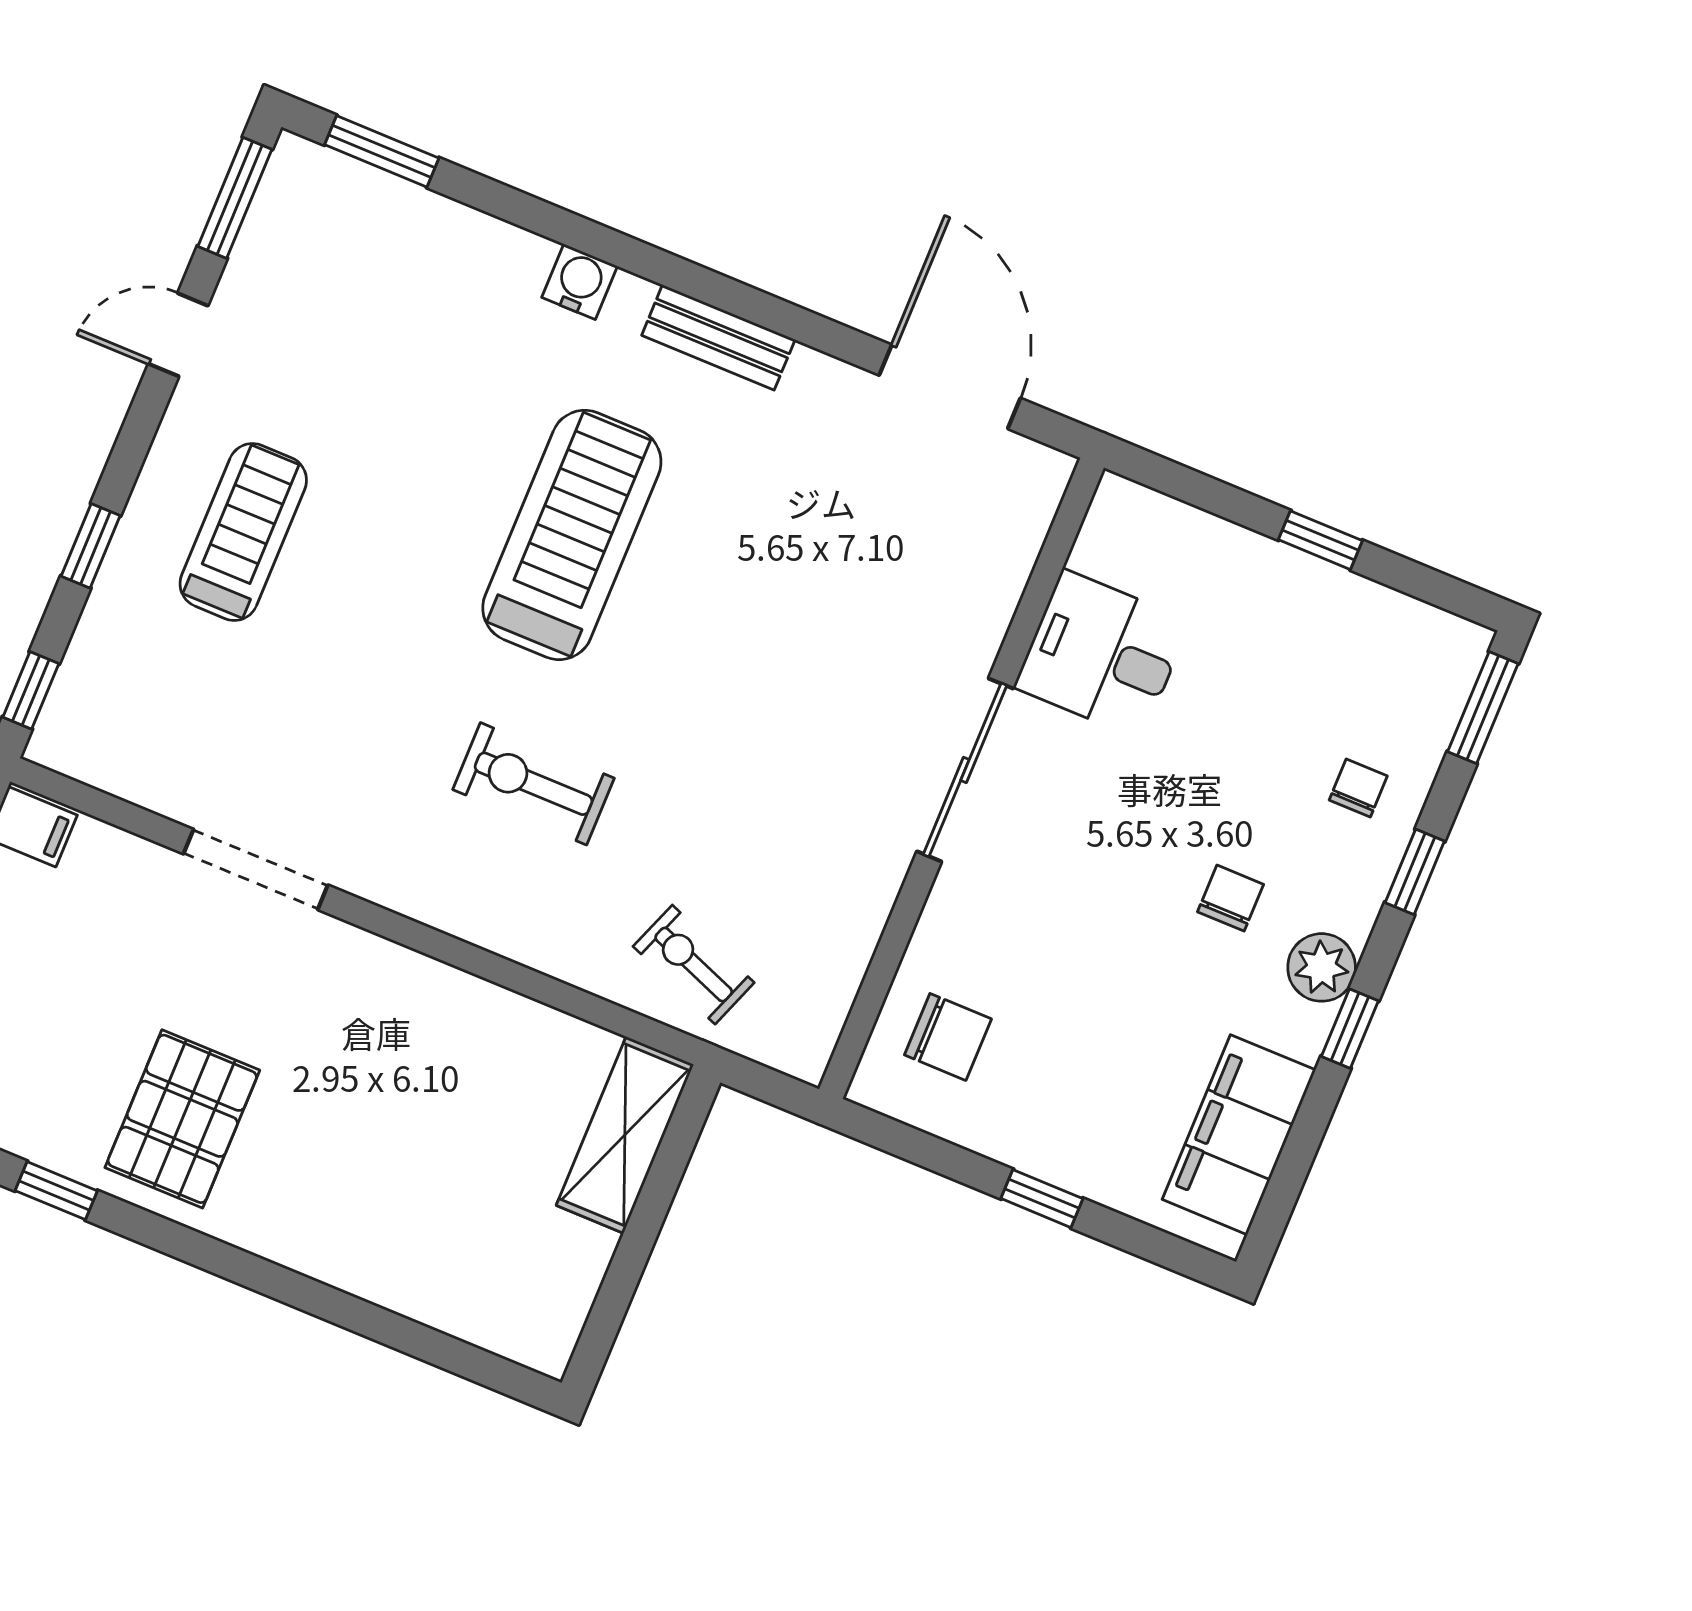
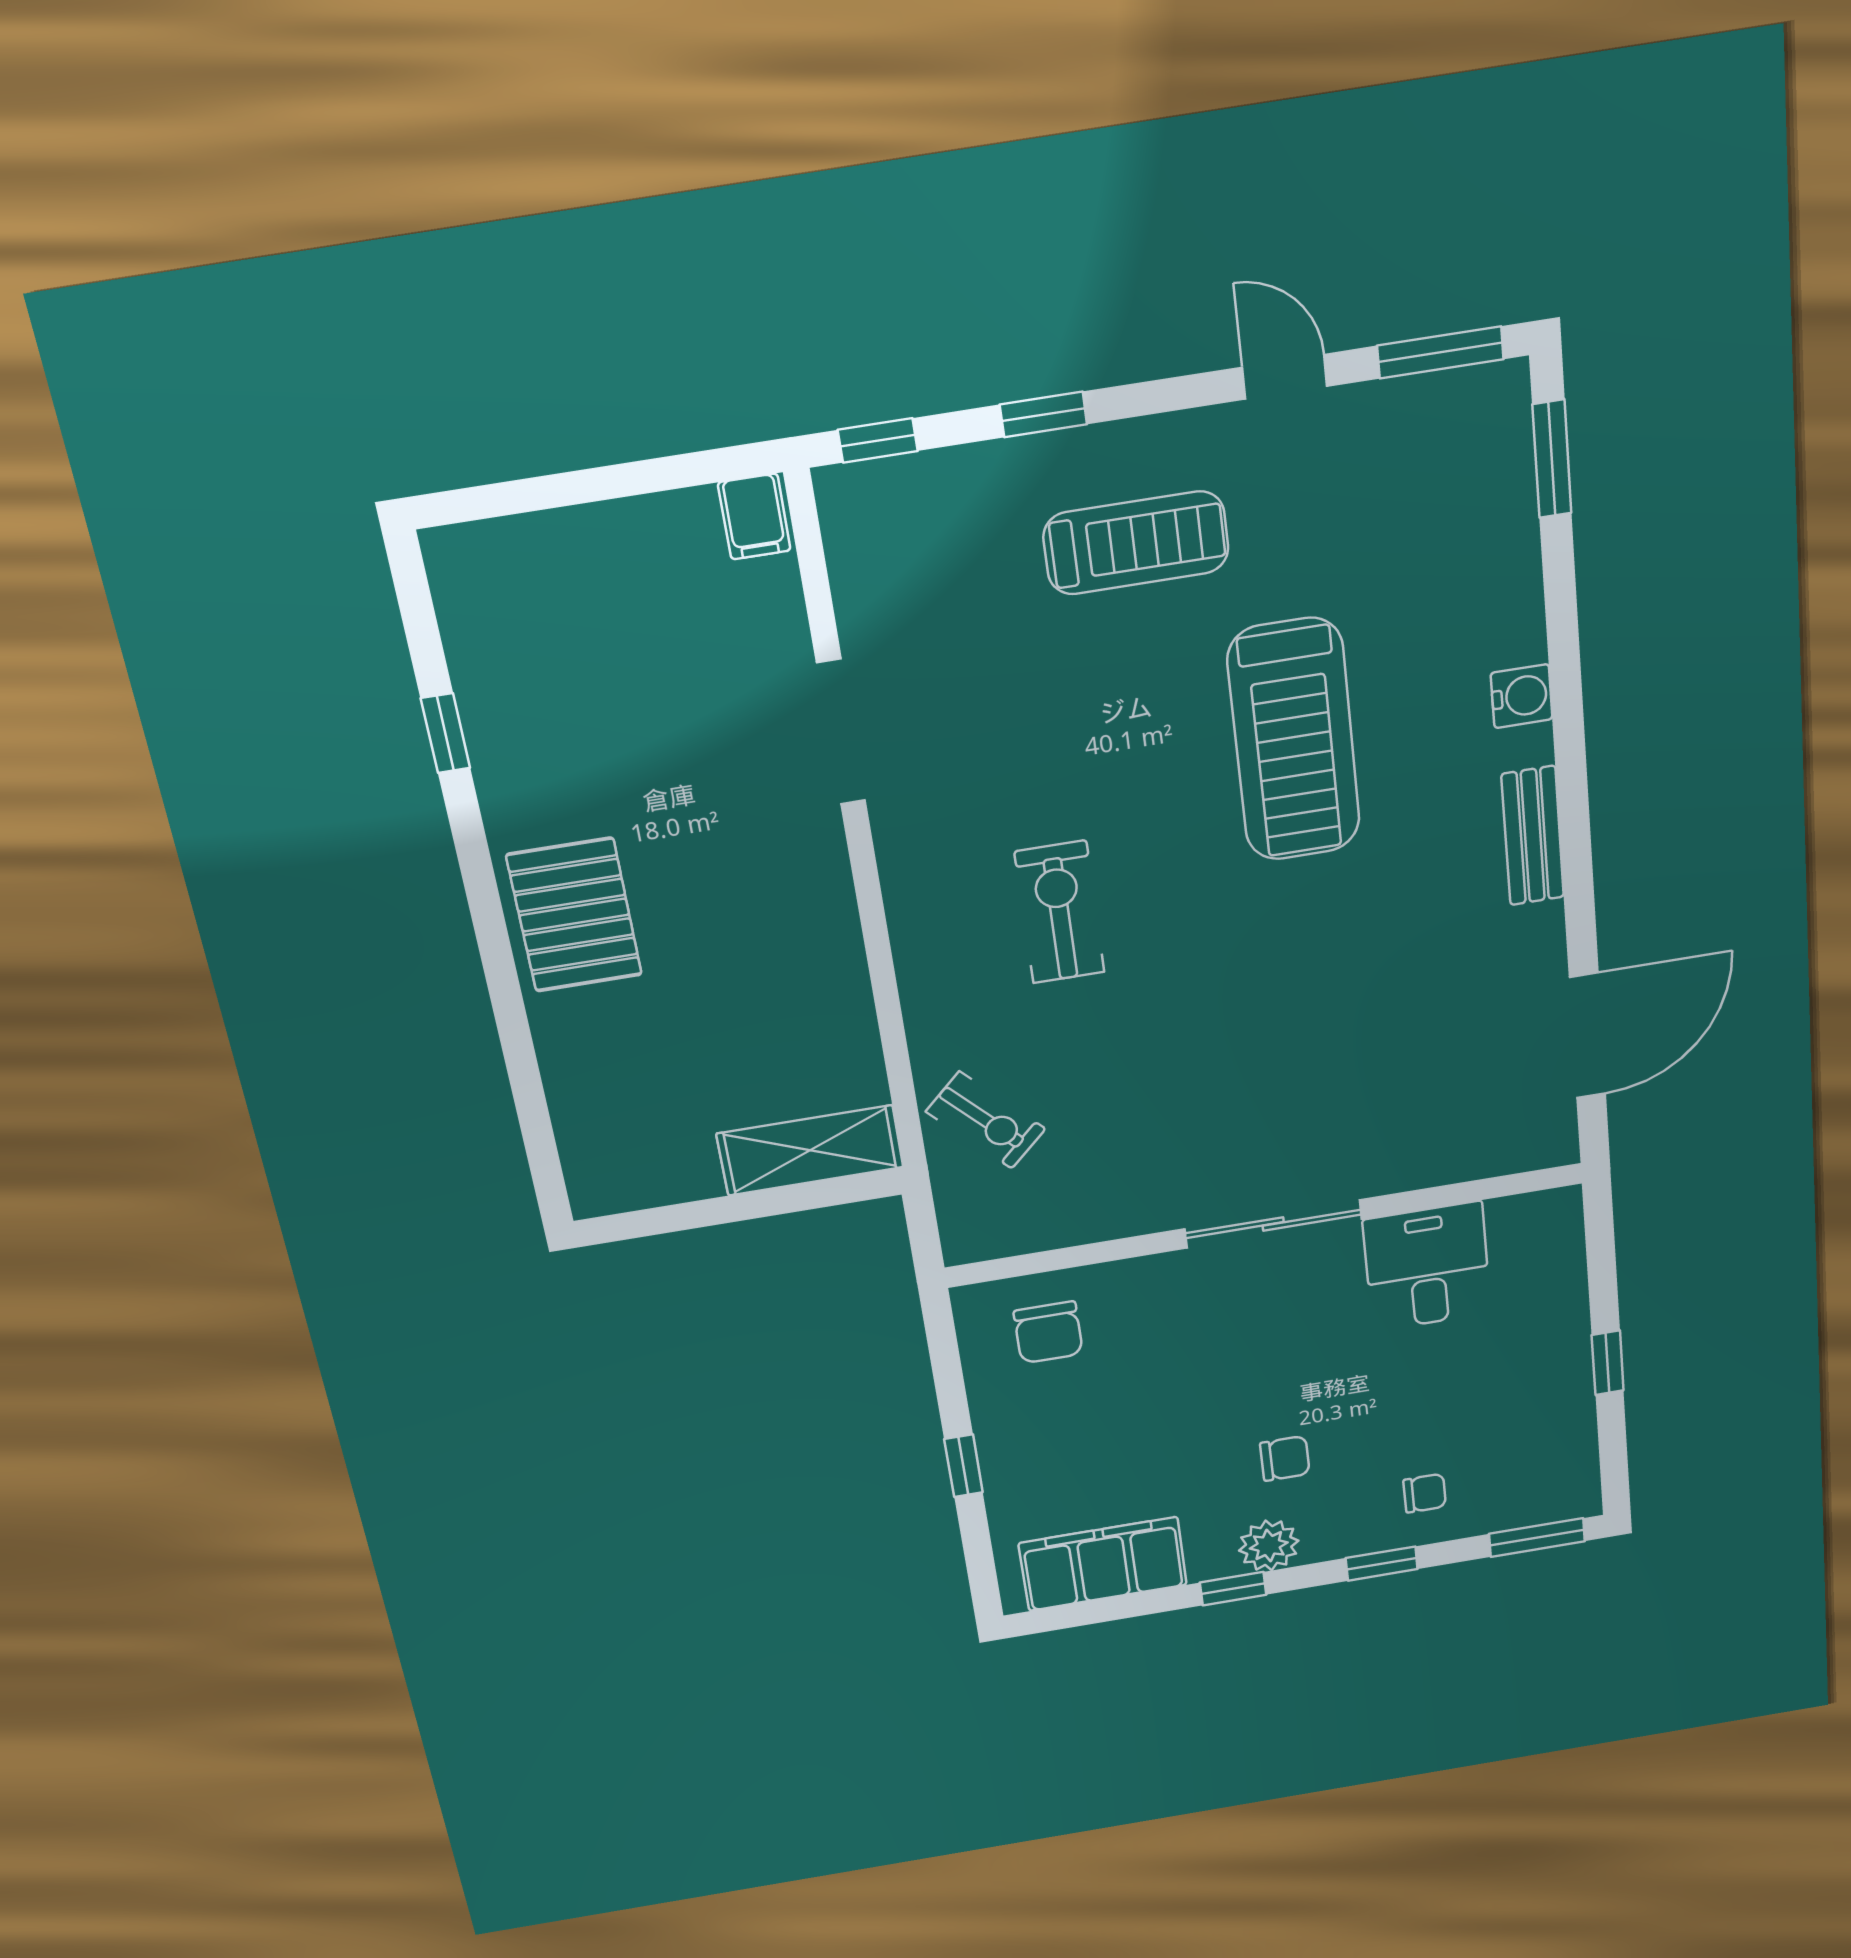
treadmill: (572, 535) -> (1294, 740), moved, turned 90
exercise bike: (694, 965) -> (986, 1120), turned 115
pallet: (182, 1119) -> (574, 915), moved, turned 90

